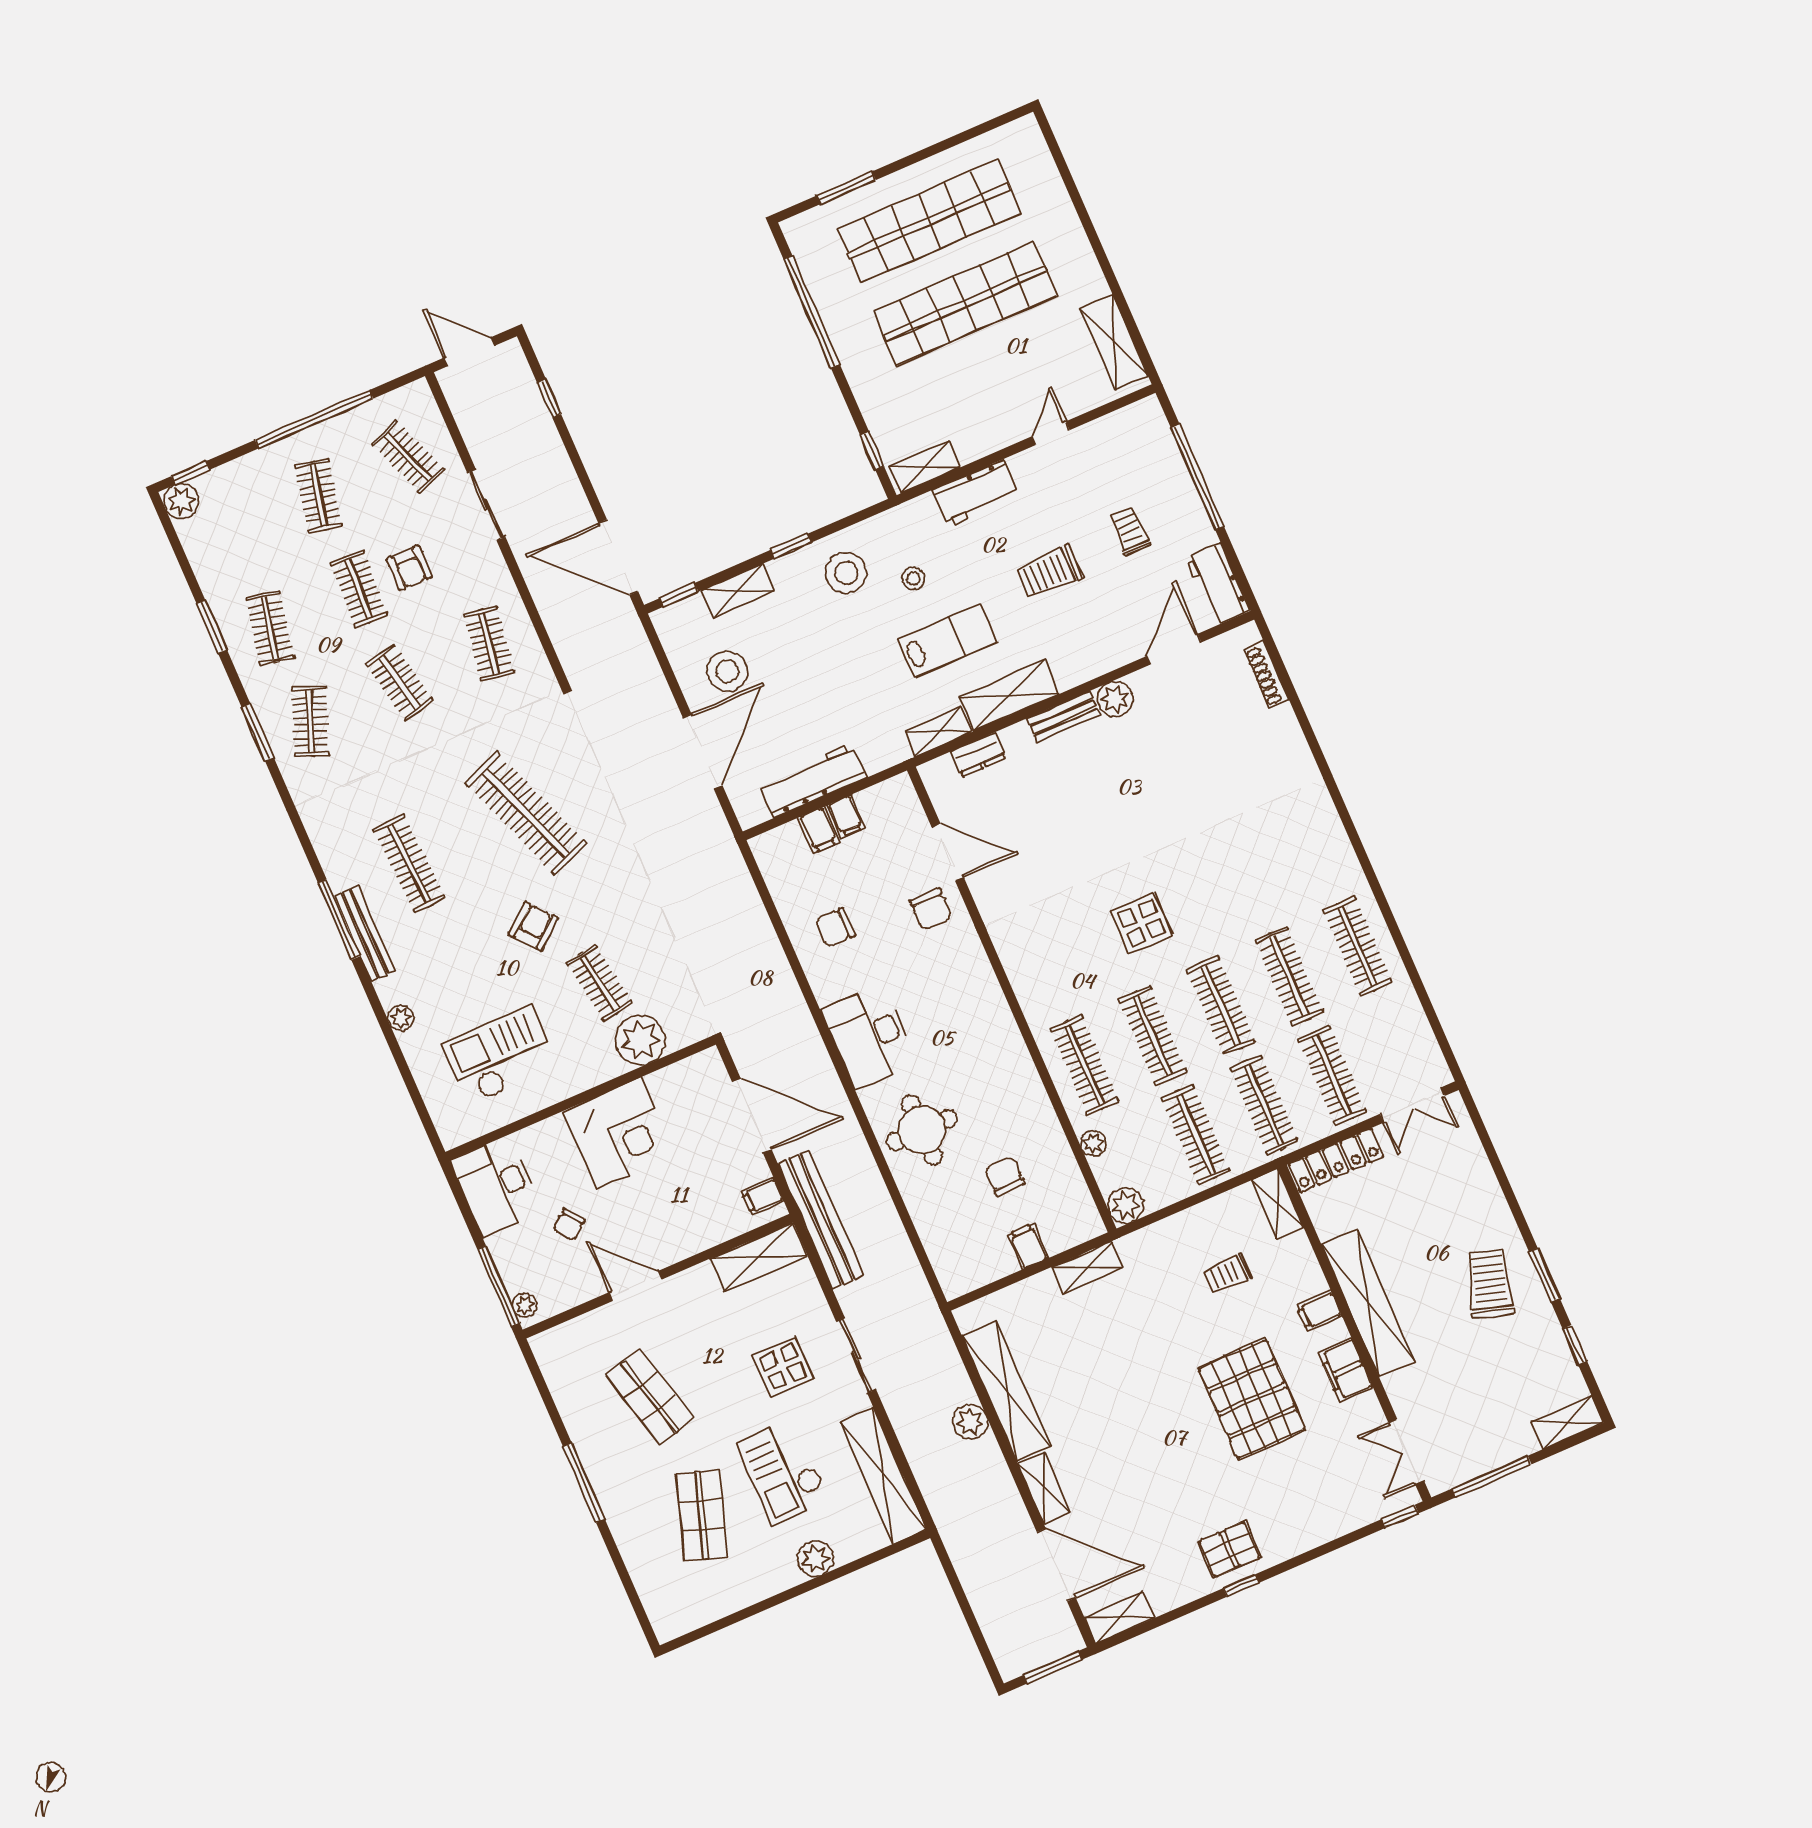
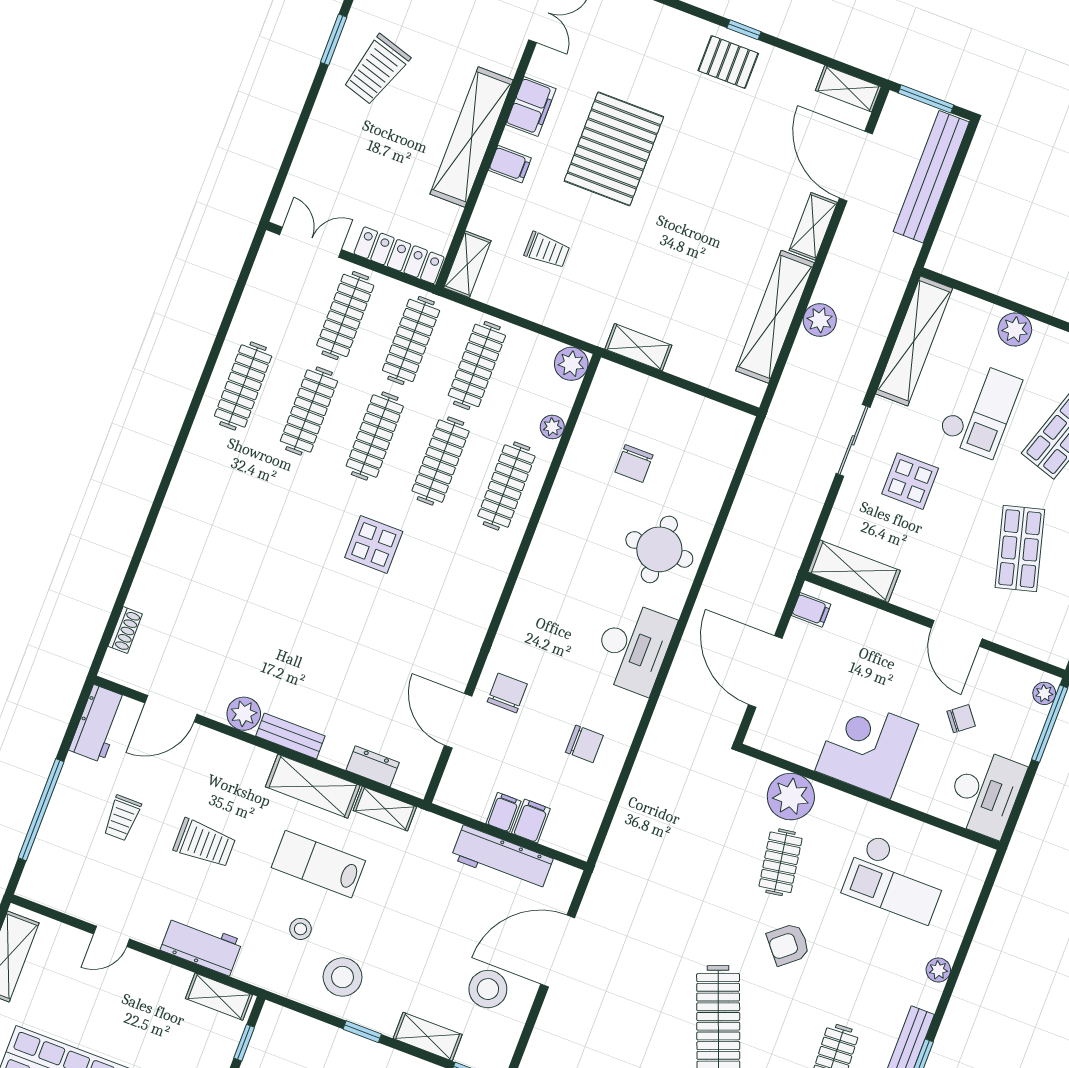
shoe rack: (1266, 675) -> (125, 630), width x0.70
bench: (821, 1219) -> (931, 177), moved
filing cabinet: (1028, 1246) -> (664, 401), removed

